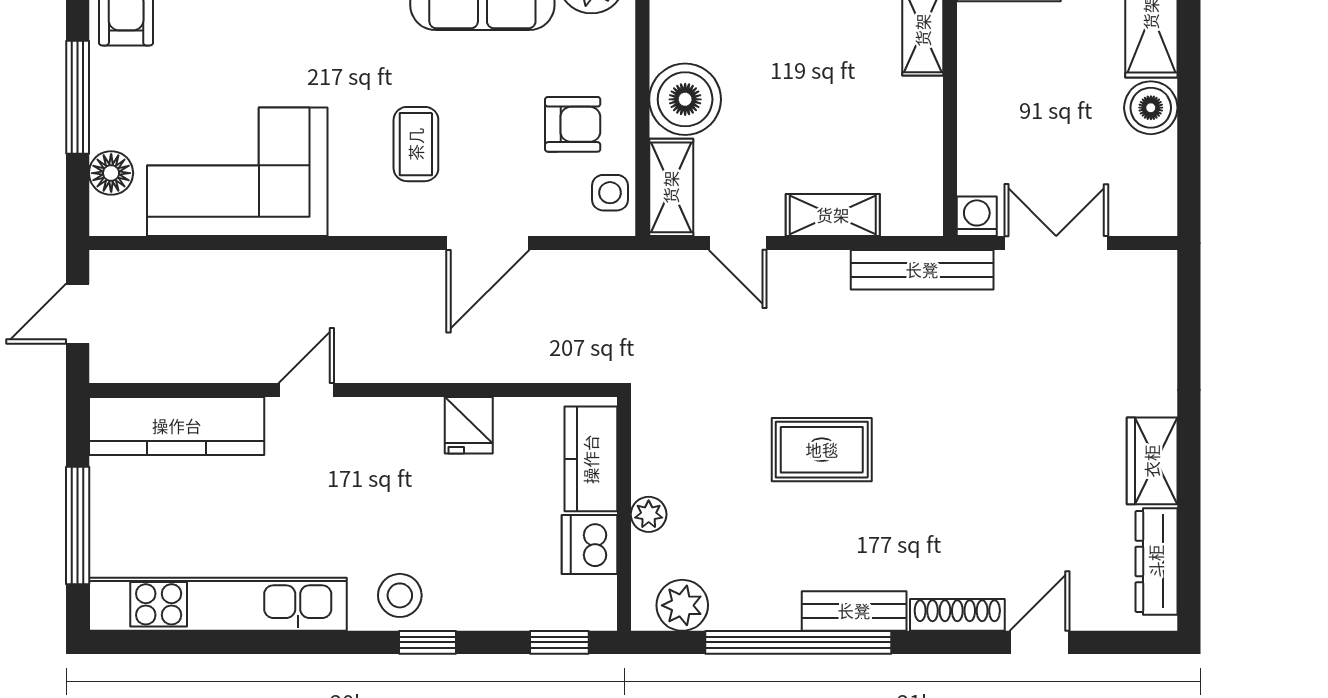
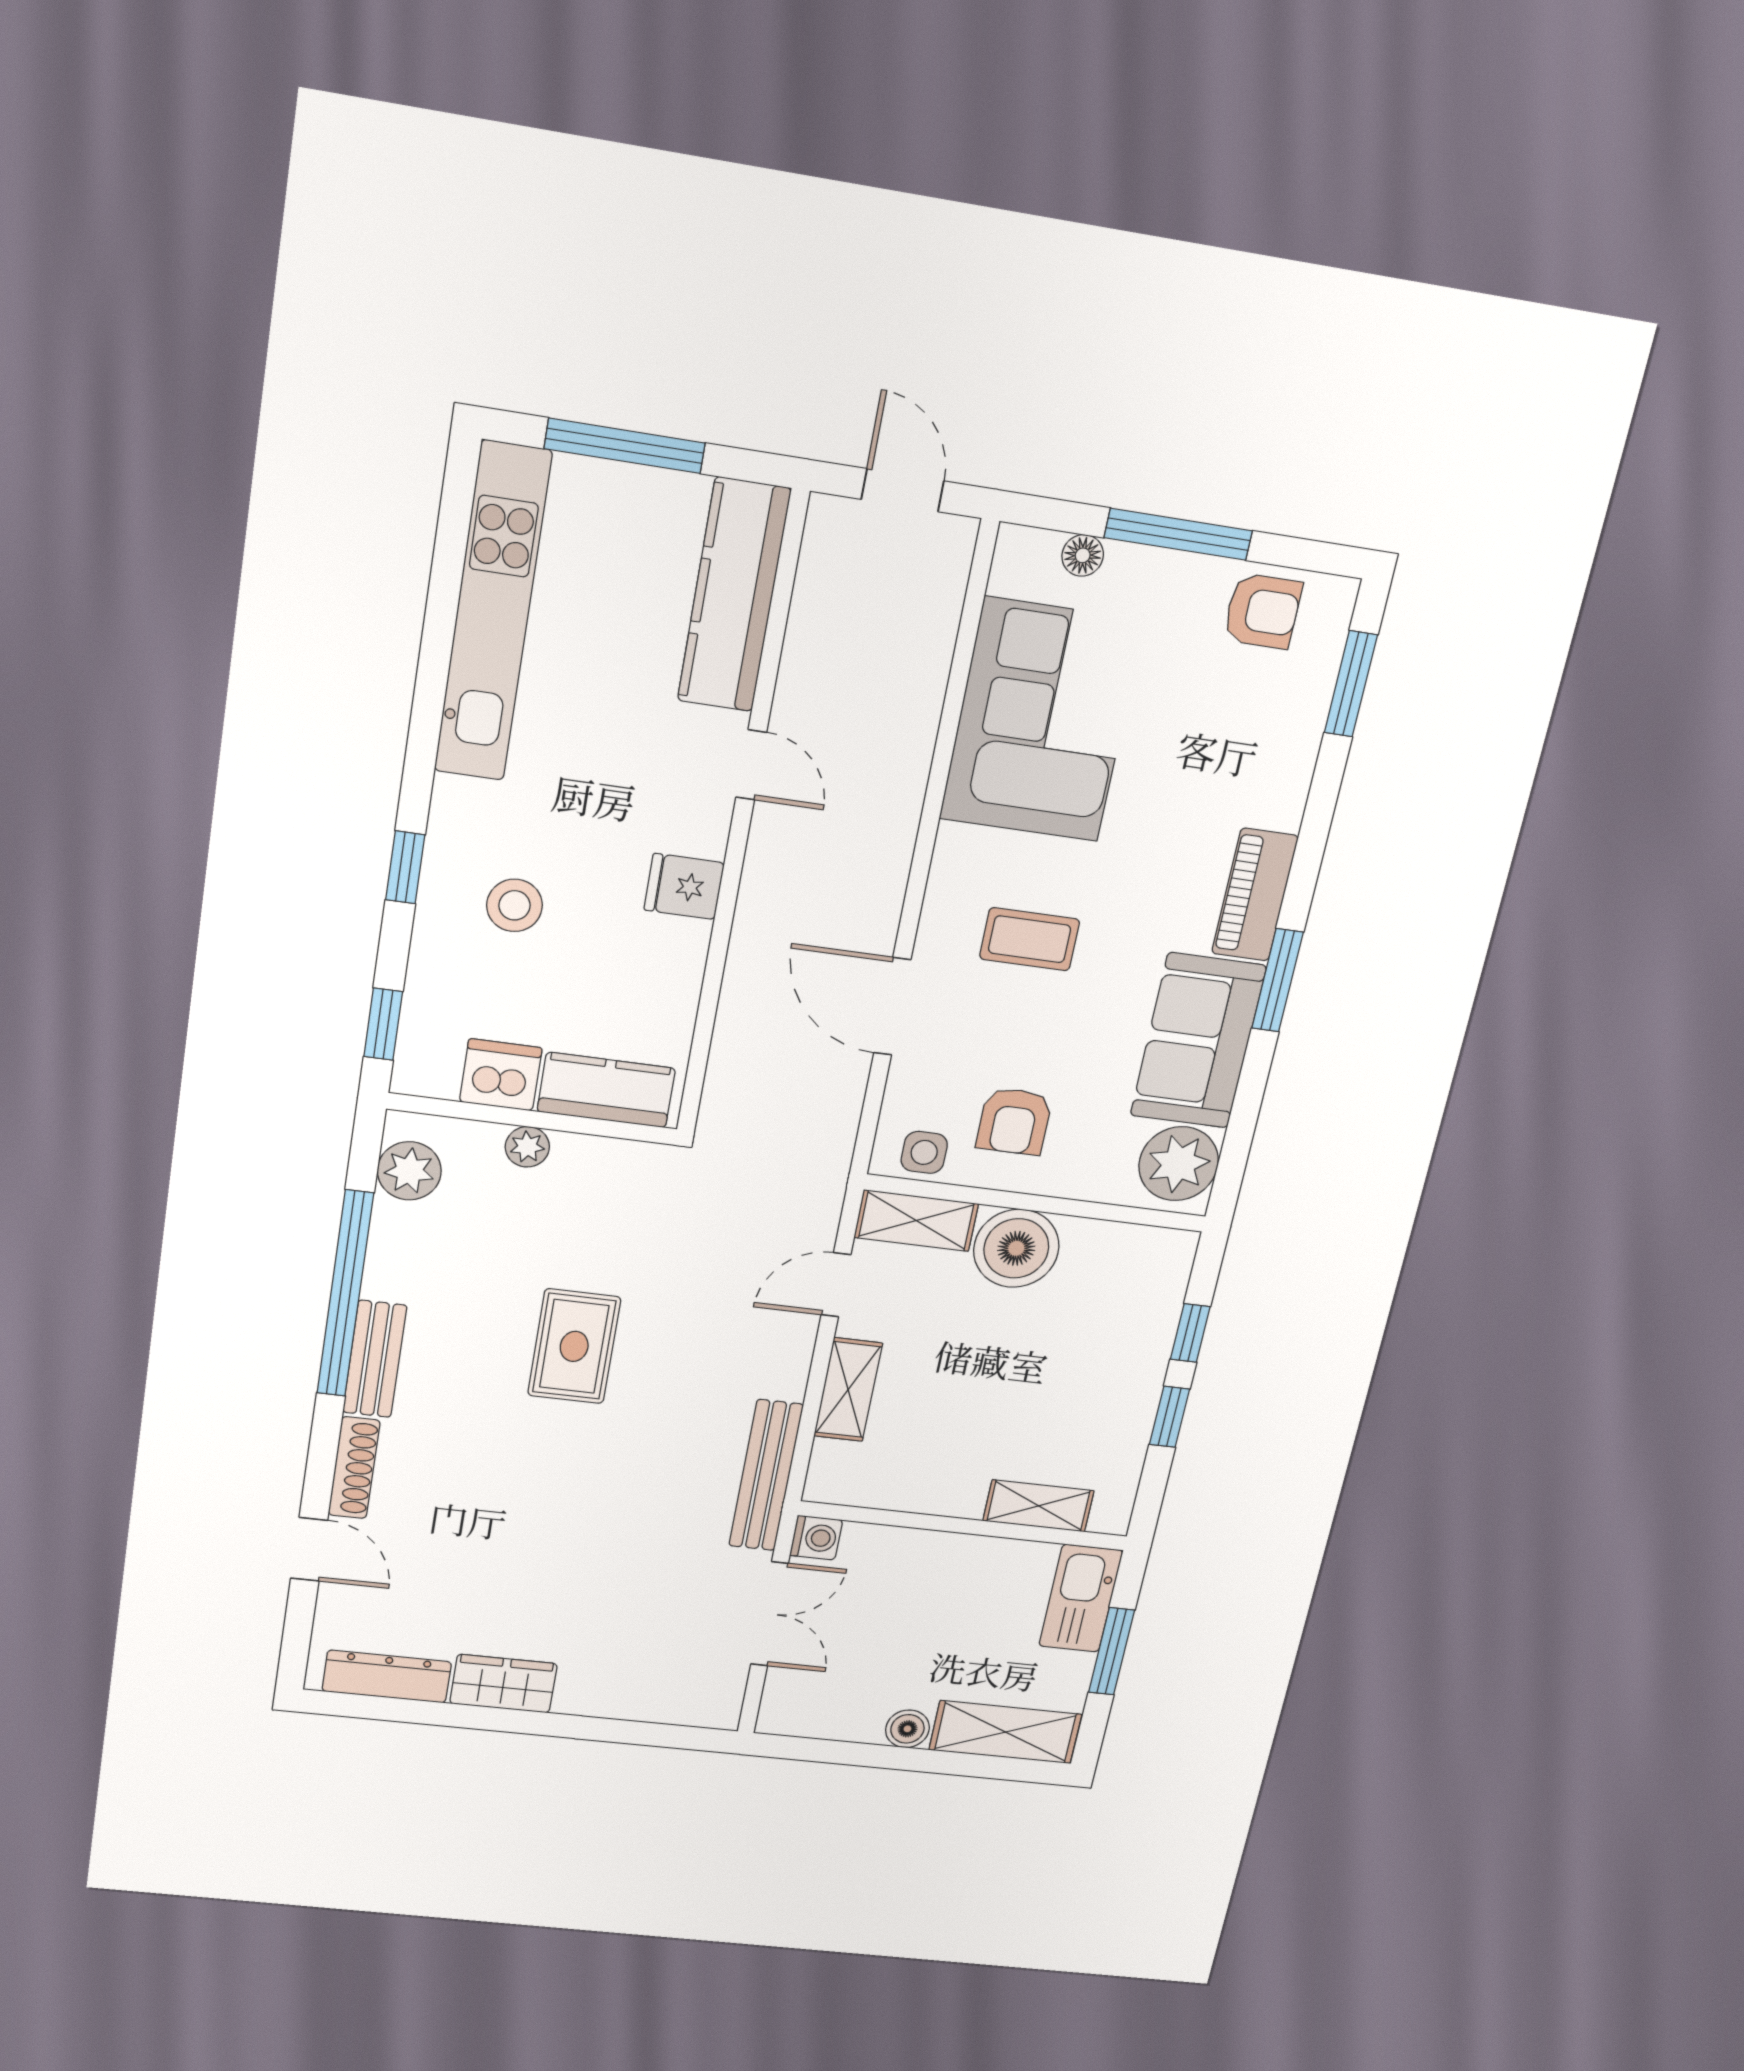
boiler: (1151, 108) -> (907, 1729), width x0.73, depth x0.73
floor lamp: (111, 173) -> (1083, 555), width x0.73, depth x0.73
fridge: (469, 425) -> (684, 886), moved
stool: (400, 595) -> (515, 905), moved

